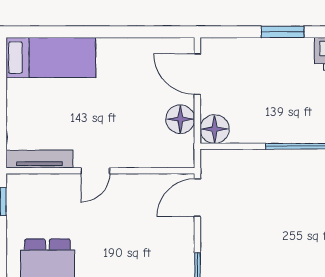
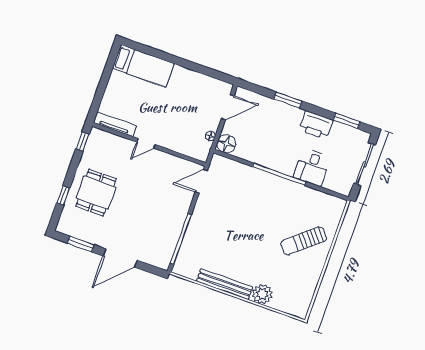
door: (197, 74) -> (228, 107), swing flipped
floor lamp: (180, 119) -> (210, 136), width x0.53, depth x0.53

